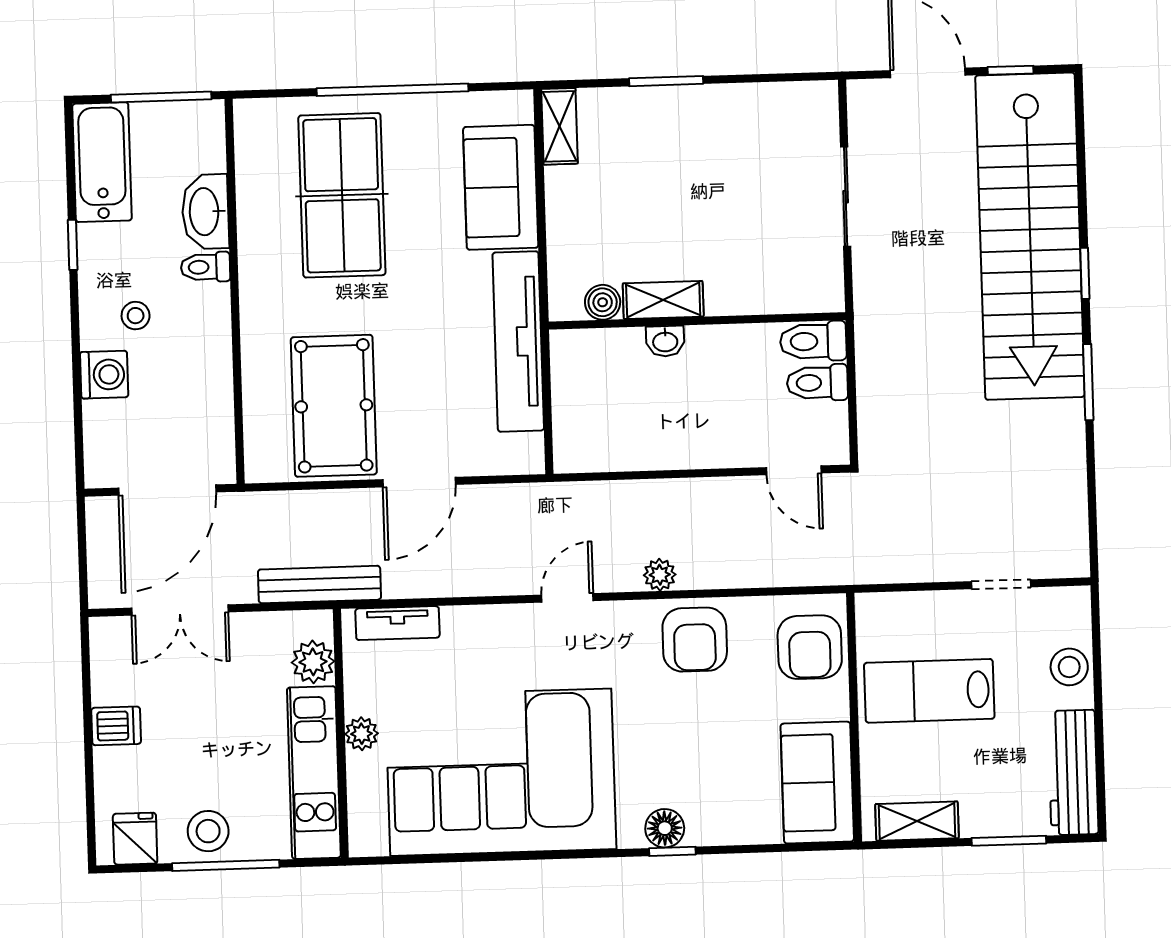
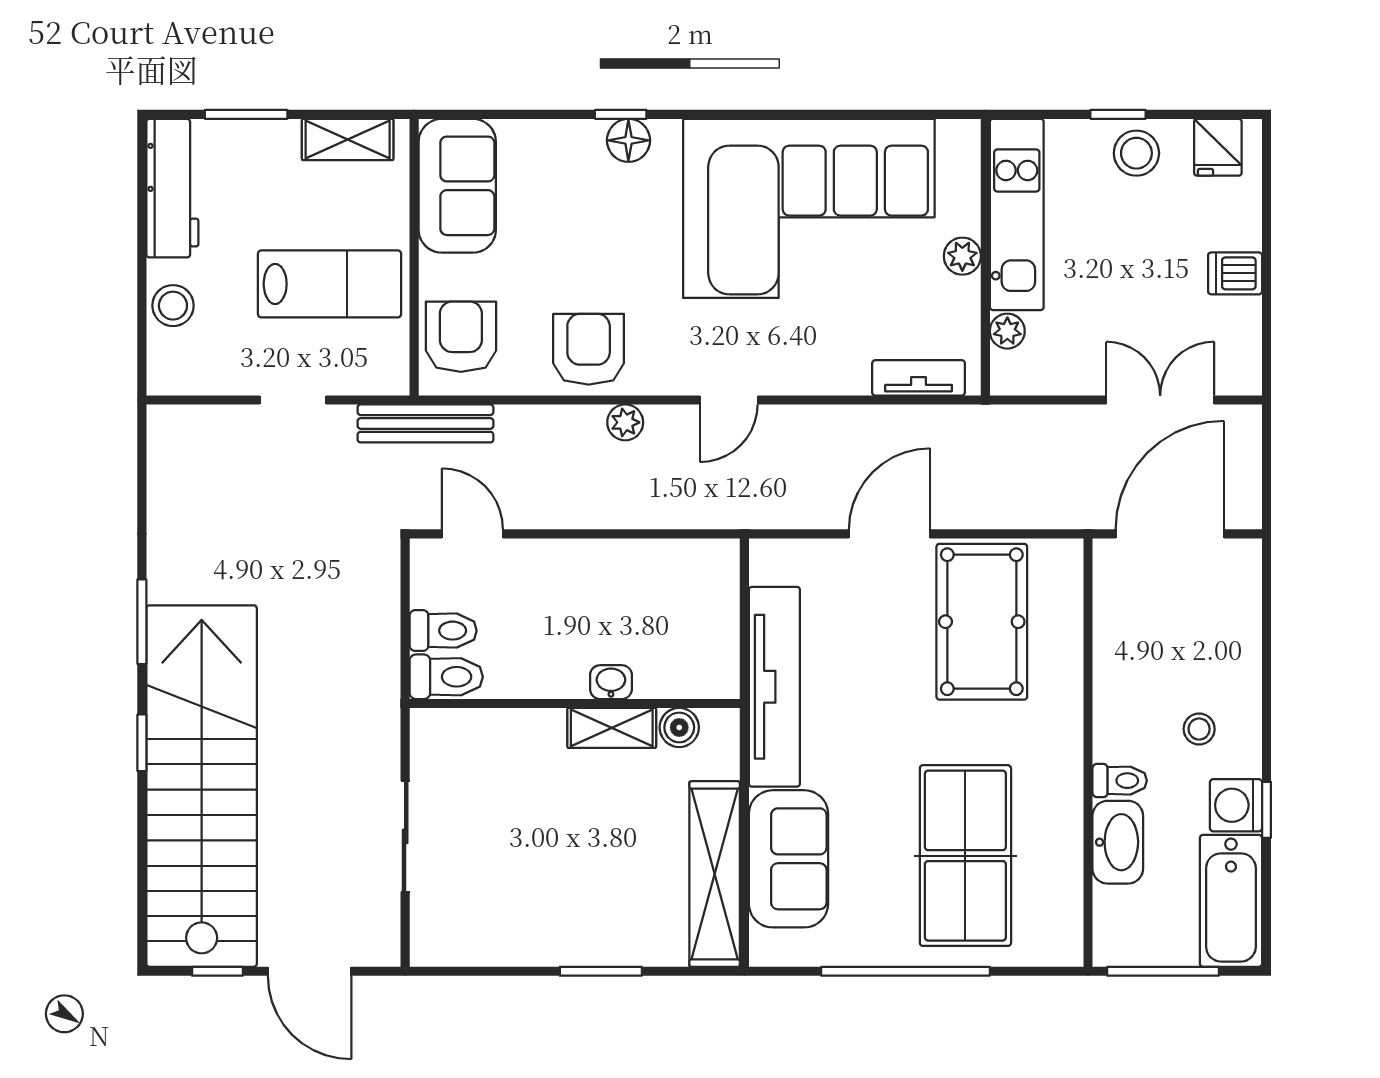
shelving: (560, 126) -> (715, 874), width x2.20, depth x1.33
washing machine: (104, 375) -> (1236, 805), moved
doorway: (1001, 584) -> (293, 400), moved
bench: (319, 585) -> (425, 423), moved
plant: (313, 662) -> (1007, 331), width x0.73, depth x0.73
window: (226, 865) -> (1118, 114), width x0.46

